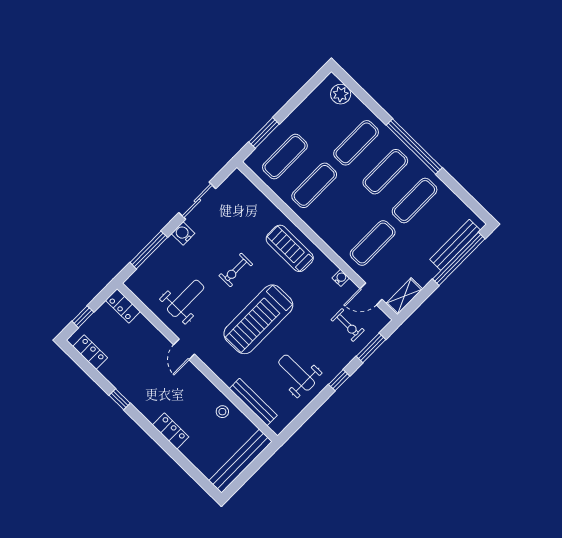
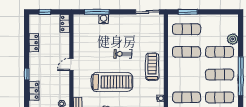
plant: (341, 94) -> (233, 39), moved
sliding door: (197, 201) -> (147, 12), moved
water cooler: (183, 234) -> (104, 19), moved
weight bench: (186, 298) -> (92, 45), removed
treadmill: (258, 319) -> (112, 82), turned 180
locker: (90, 352) -> (34, 43), moved
window: (120, 399) -> (27, 74), moved

